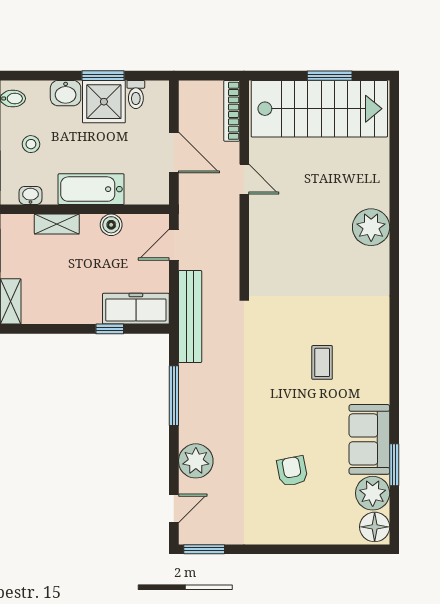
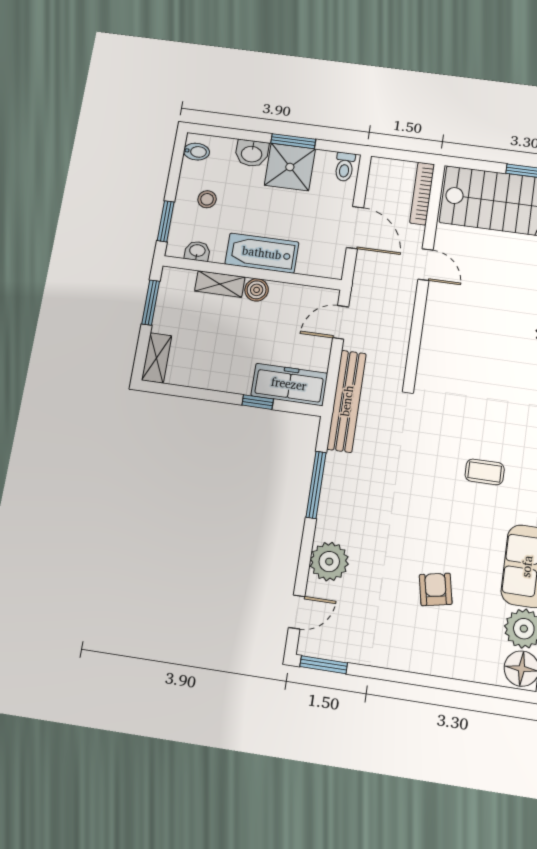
toilet: (136, 95) -> (345, 167), moved
boiler: (111, 225) -> (257, 290), moved
coffee table: (322, 362) -> (485, 472), turned 90

